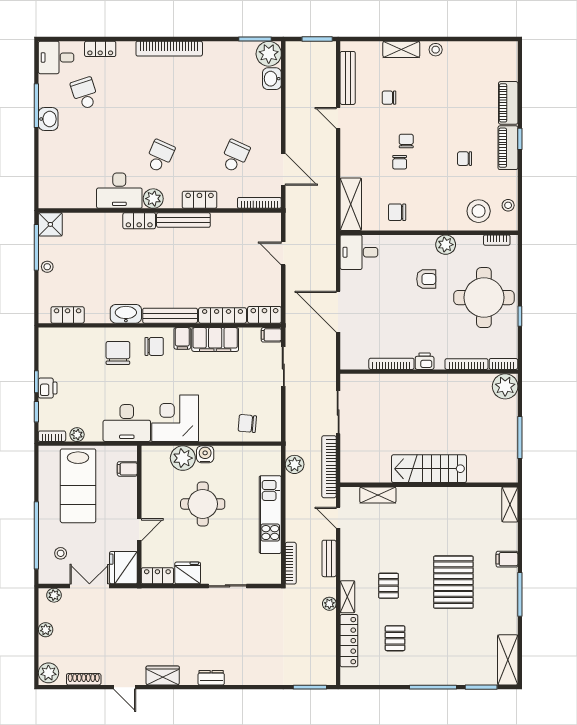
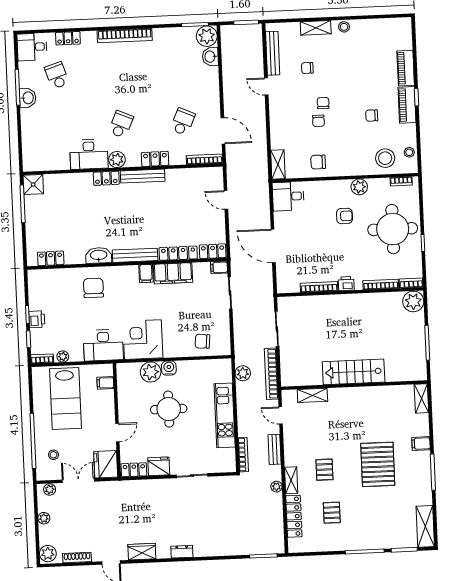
shelving: (351, 204) -> (278, 164), width x0.67, depth x0.75
stool: (47, 267) -> (32, 219), removed
chair: (154, 346) -> (123, 281), removed

